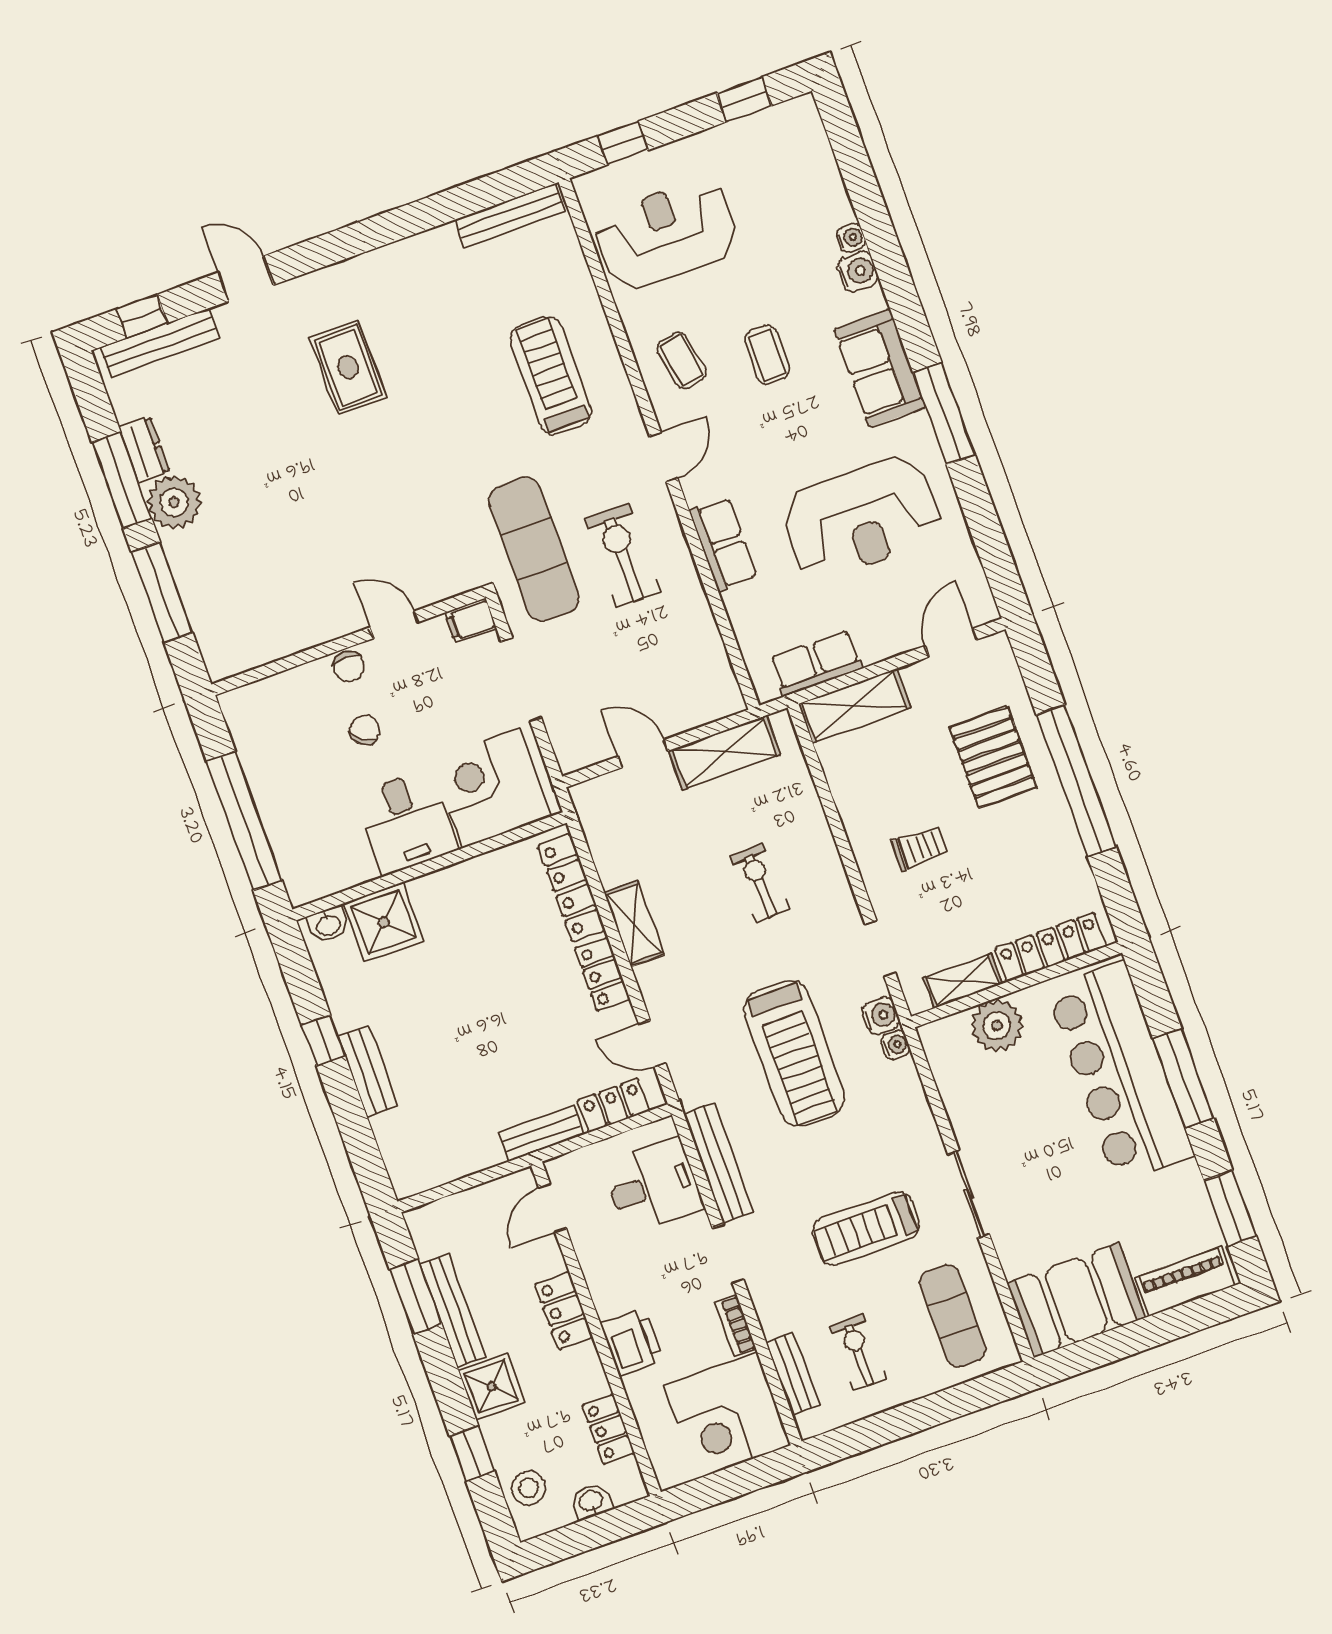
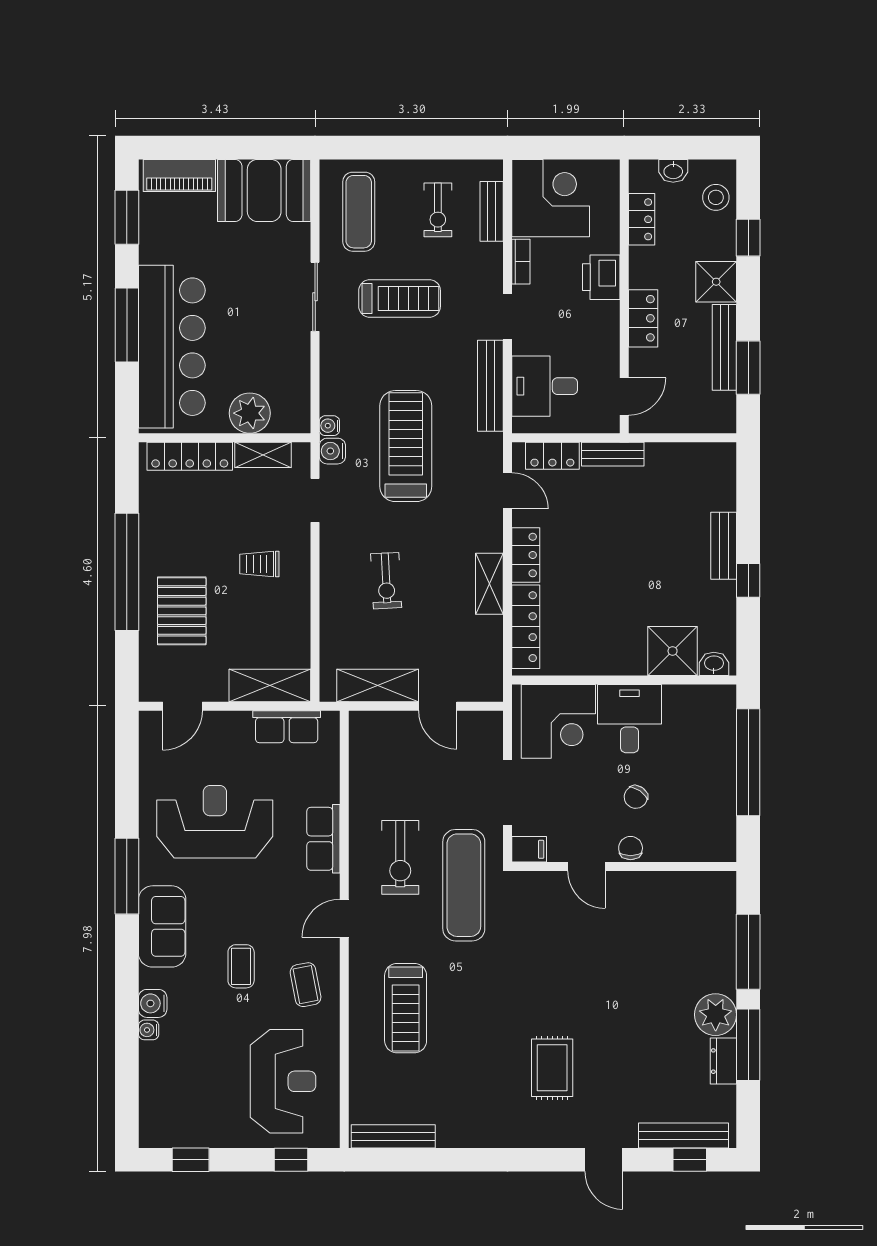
reception desk: (667, 234) -> (283, 1081), turned -90

